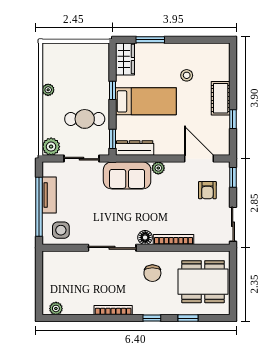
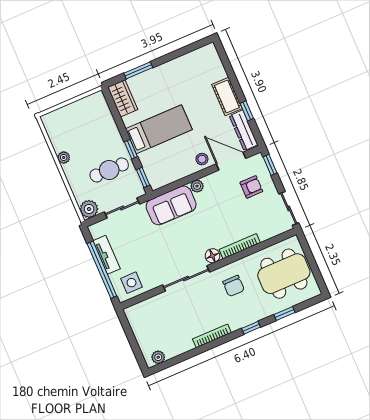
stool: (187, 75) -> (202, 159), moved
window: (113, 90) -> (131, 149), moved
dresser: (135, 148) -> (244, 130), moved, turned -90
armchair: (207, 190) -> (251, 187), turned -90

